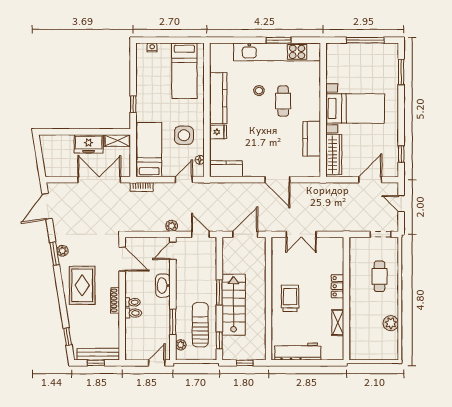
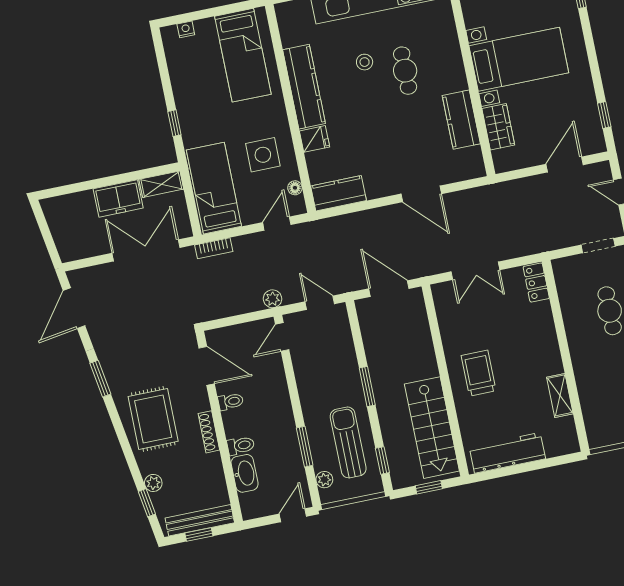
wardrobe: (334, 155) -> (498, 127), width x0.67
door: (245, 234) -> (389, 289), hinge flipped
plant: (62, 251) -> (153, 483), moved
washbasin: (163, 286) -> (245, 473), moved, turned 180
locker: (338, 286) -> (536, 282), moved
toilet: (133, 302) -> (231, 402), moved
stairs: (234, 305) -> (432, 428), moved, turned 180

